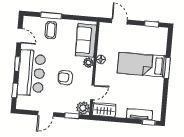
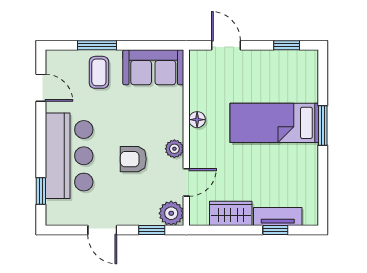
sofa: (86, 40) -> (153, 67), moved, turned -90
plant: (88, 63) -> (174, 149), moved
window: (17, 64) -> (41, 141), removed
wardrobe: (104, 110) -> (231, 213), moved
door: (46, 114) -> (102, 230), hinge flipped
window: (149, 122) -> (275, 230), moved

